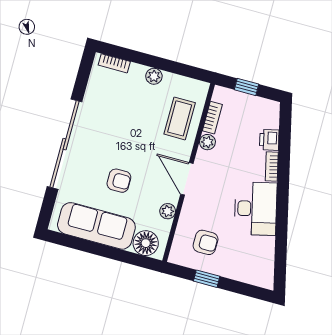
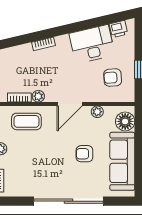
printer: (269, 140) -> (118, 29), moved
armchair: (119, 181) -> (84, 154), turned -90
desk: (256, 209) -> (92, 44), moved
armchair: (206, 242) -> (113, 78), turned -94

